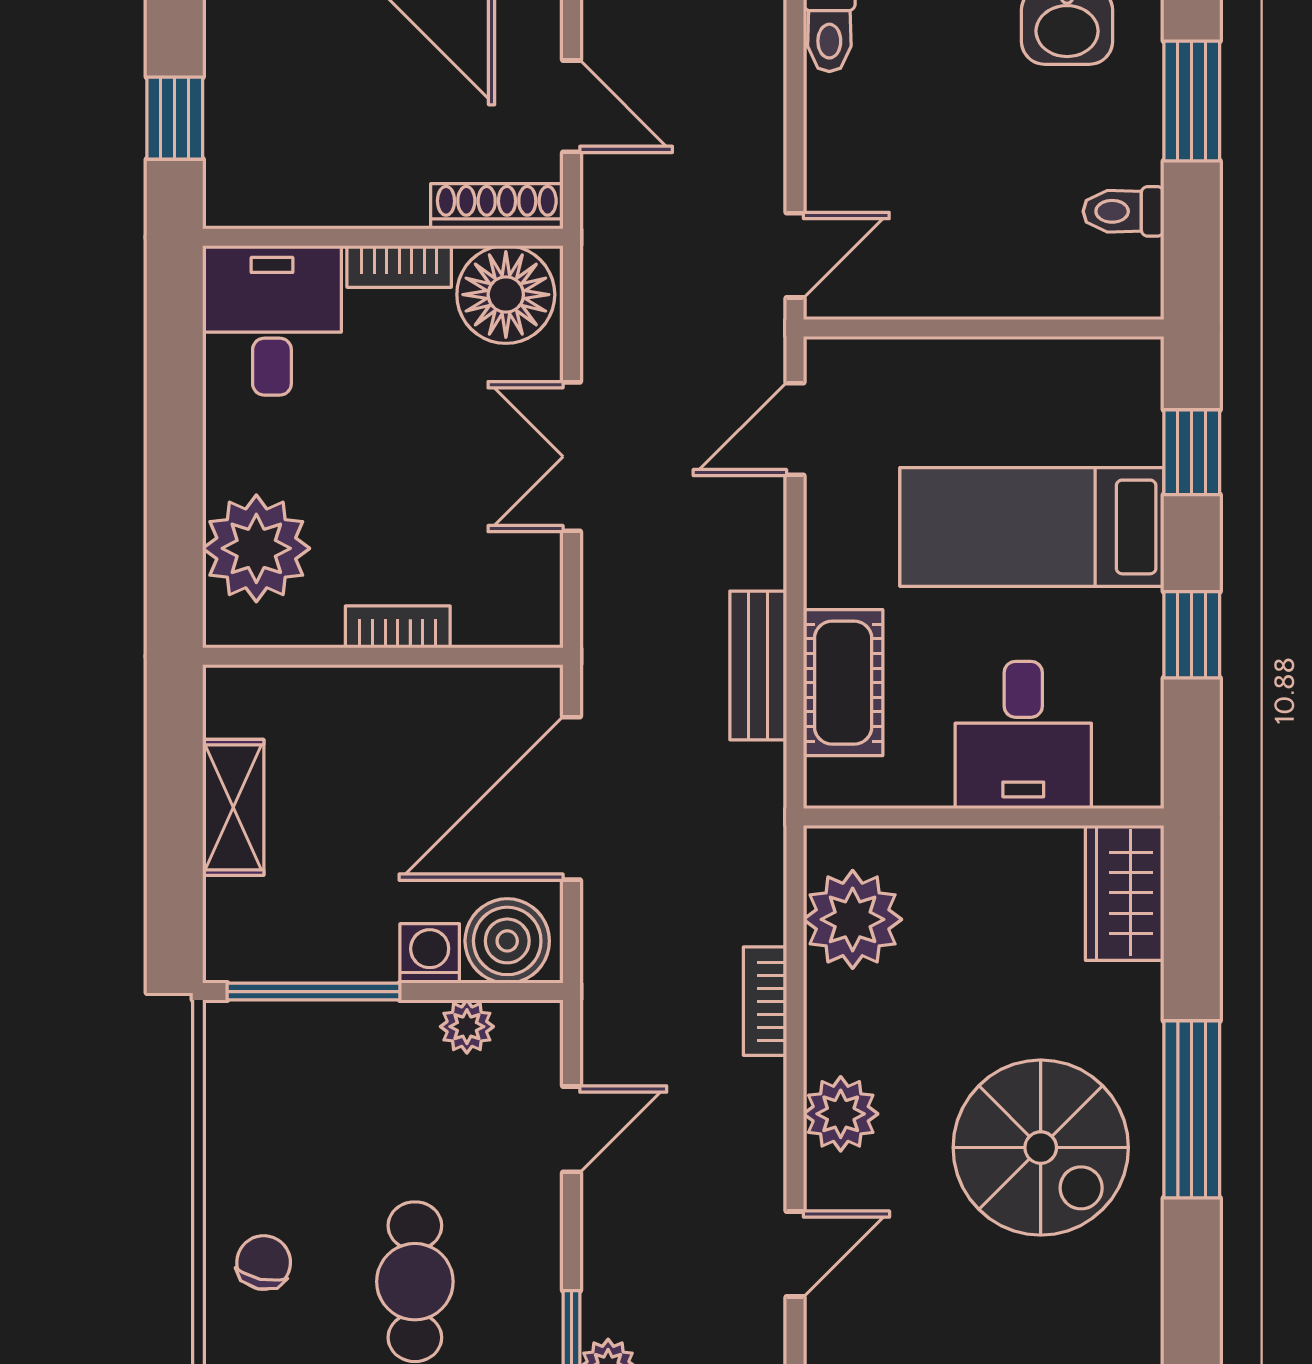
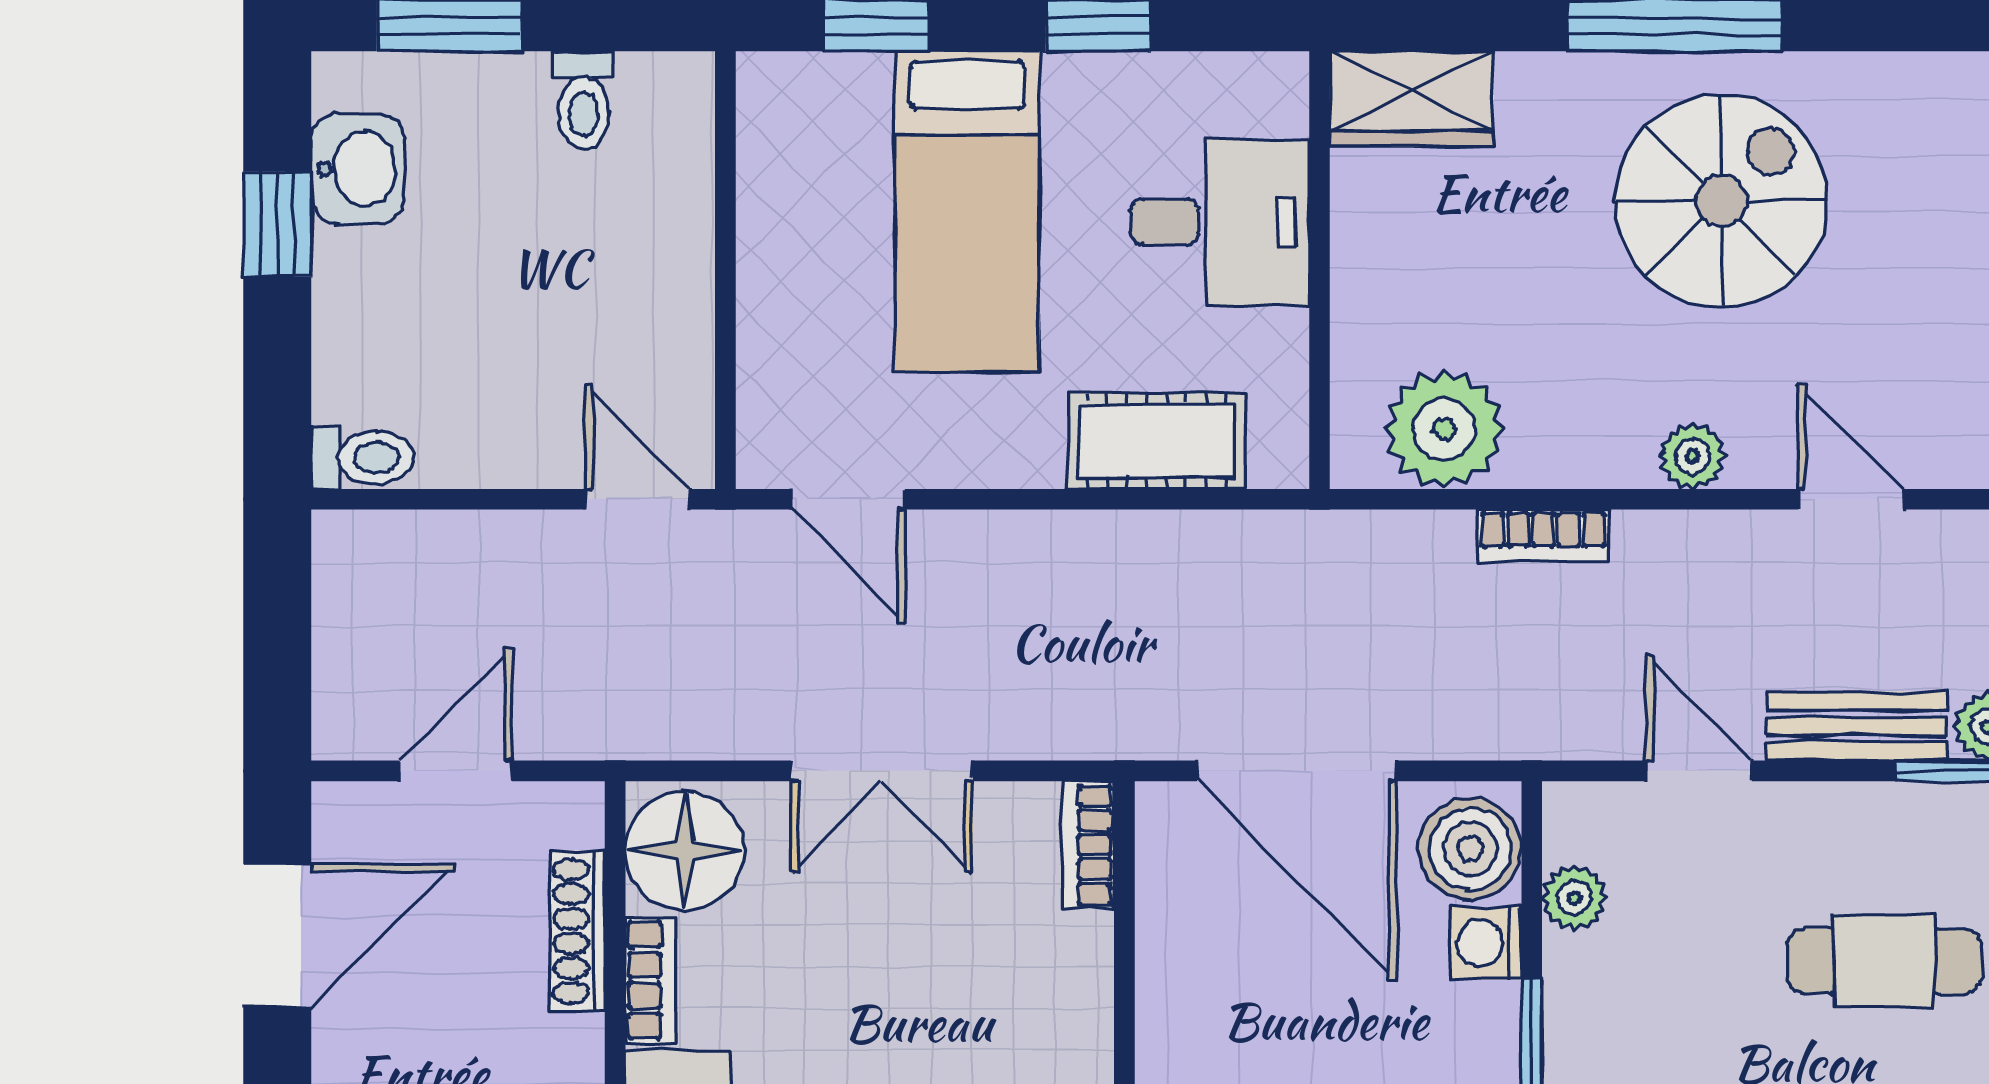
shoe rack: (497, 206) -> (578, 931), moved
bookcase: (398, 627) -> (1089, 845), moved
bench: (758, 665) -> (1857, 726), moved
plant: (841, 1114) -> (1693, 456), width x0.73, depth x0.73

